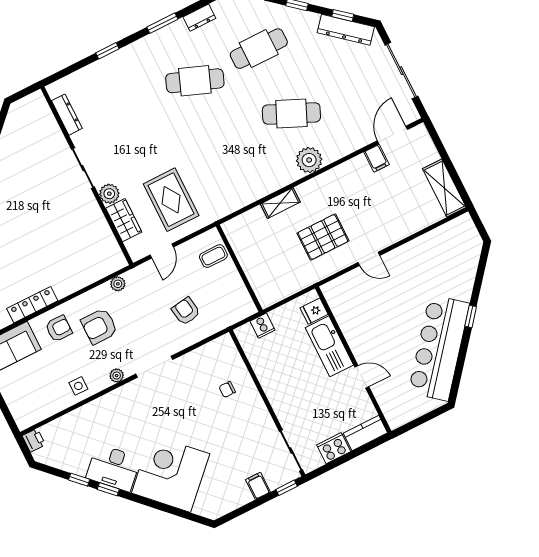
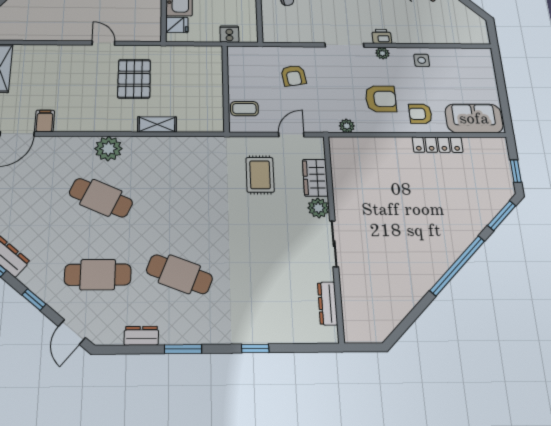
rug: (171, 200) -> (260, 175), width x0.73, depth x0.70
pallet: (323, 237) -> (134, 79), turned 90
printer: (34, 440) -> (382, 36), moved, turned 90

